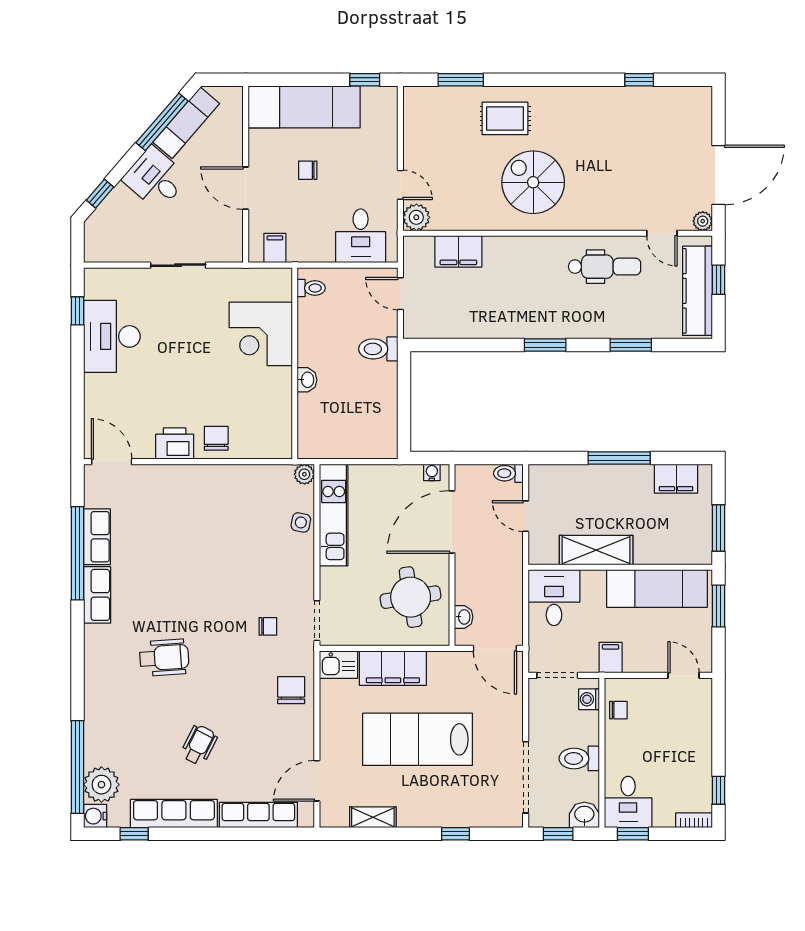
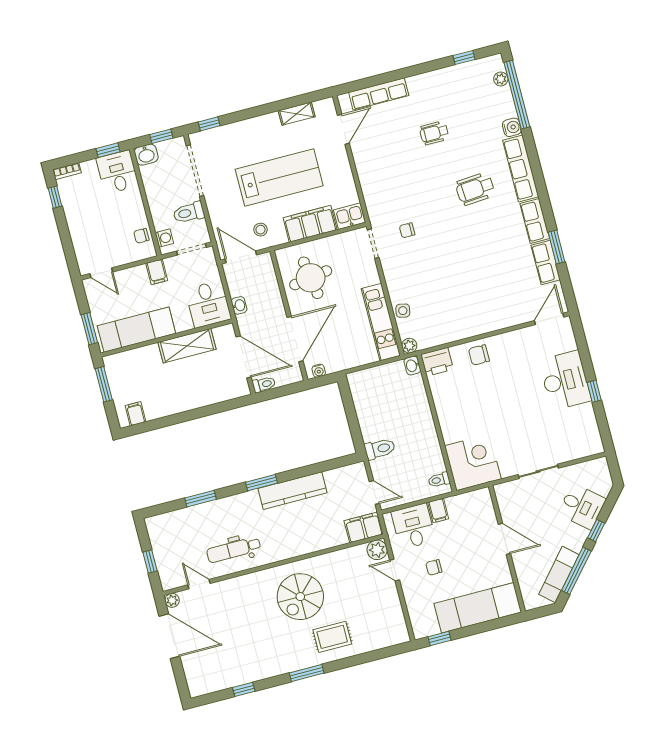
window: (461, 80) -> (307, 673), moved
chair: (308, 170) -> (434, 567), moved, turned 180
door: (718, 175) -> (169, 636), swing flipped
desk: (155, 179) -> (582, 506), moved
spiral stairs: (533, 182) -> (300, 597), turned 90
window: (100, 194) -> (596, 530), moved
filing cabinet: (275, 248) -> (438, 510), moved
filing cabinet: (458, 251) -> (364, 527), moved
kitchen counter: (697, 291) -> (292, 491), moved, turned 90
window: (77, 311) -> (594, 391), moved
corner desk: (261, 334) -> (473, 462), moved
desk: (112, 336) -> (565, 380), moved
washbasin: (307, 380) -> (412, 366), moved
chair: (216, 438) -> (479, 355), turned 90
printer: (175, 444) -> (437, 362), moved
window: (619, 458) -> (188, 416), removed
door: (112, 462) -> (549, 319), swing flipped
filing cabinet: (676, 479) -> (136, 414), width x0.50
door: (526, 516) -> (244, 357), width x1.87
window: (77, 553) -> (557, 247), width x0.47
washbasin: (464, 617) -> (239, 305), moved, turned 180
stool: (460, 677) -> (260, 230), added
chair: (291, 690) -> (379, 189), removed
wheelchair: (199, 745) -> (434, 133), turned 63
toilet: (579, 758) -> (189, 213), moved, turned 180
plant: (101, 785) -> (501, 79), width x0.53, depth x0.53
row of seats: (174, 814) -> (521, 169), moved, turned 90
water cooler: (95, 816) -> (512, 127), moved
window: (456, 834) -> (209, 124), moved

